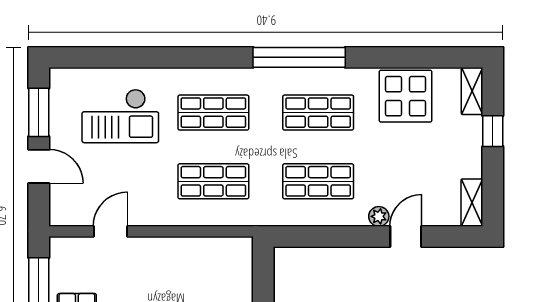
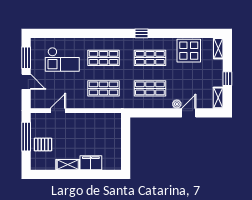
window: (299, 57) -> (142, 33), width x0.32
window: (493, 131) -> (227, 79), moved

